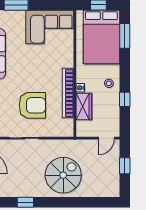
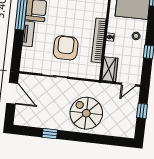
armchair: (32, 105) -> (66, 48), turned -90
wardrobe: (84, 107) -> (110, 69), moved
spiral stairs: (63, 175) -> (86, 113), turned -90

